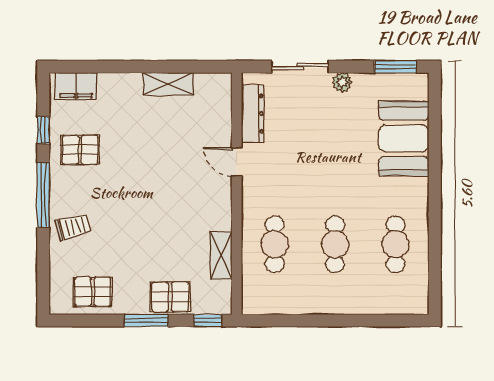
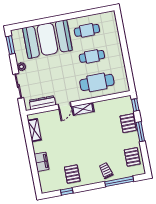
shelving: (168, 84) -> (34, 130), moved
filing cabinet: (76, 86) -> (41, 162), moved
booth: (404, 138) -> (47, 39), width x1.36, depth x1.42
window: (43, 195) -> (119, 181), moved
cafe table: (275, 244) -> (97, 82), width x1.37, depth x1.35
shelving: (221, 256) -> (83, 109), moved

